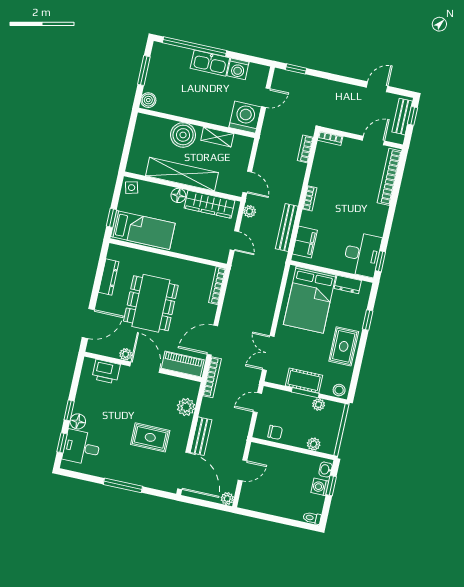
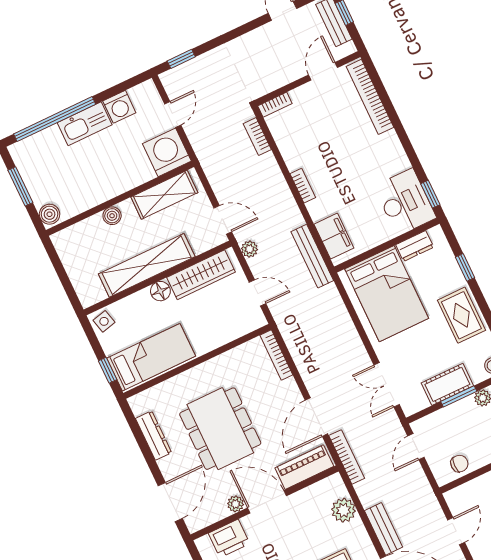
boiler: (183, 135) -> (112, 216), width x0.54, depth x0.54
shelving: (217, 137) -> (164, 195), width x1.50, depth x1.33
bench: (287, 227) -> (312, 256), moved

